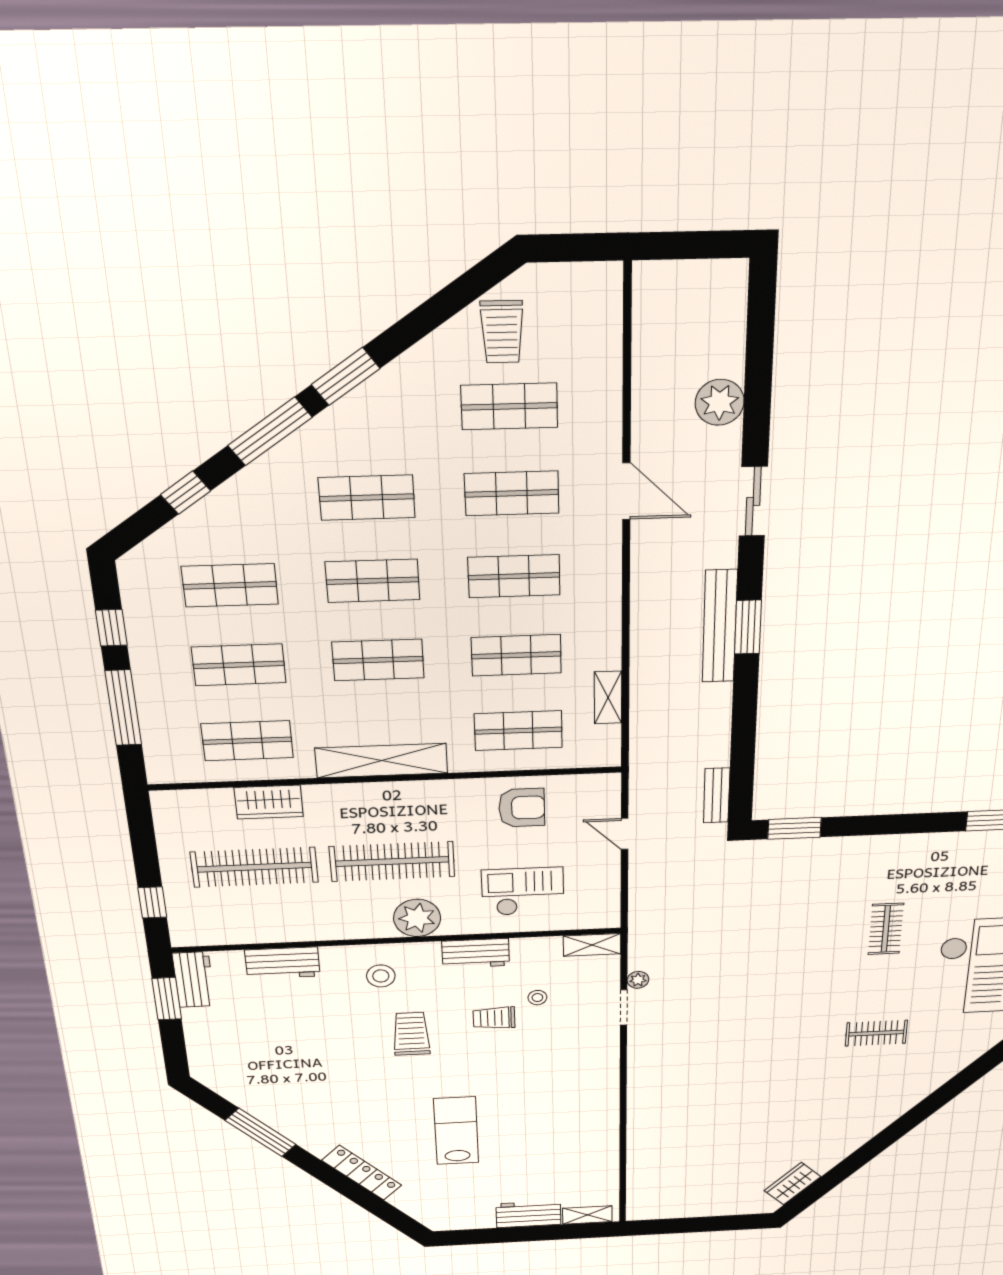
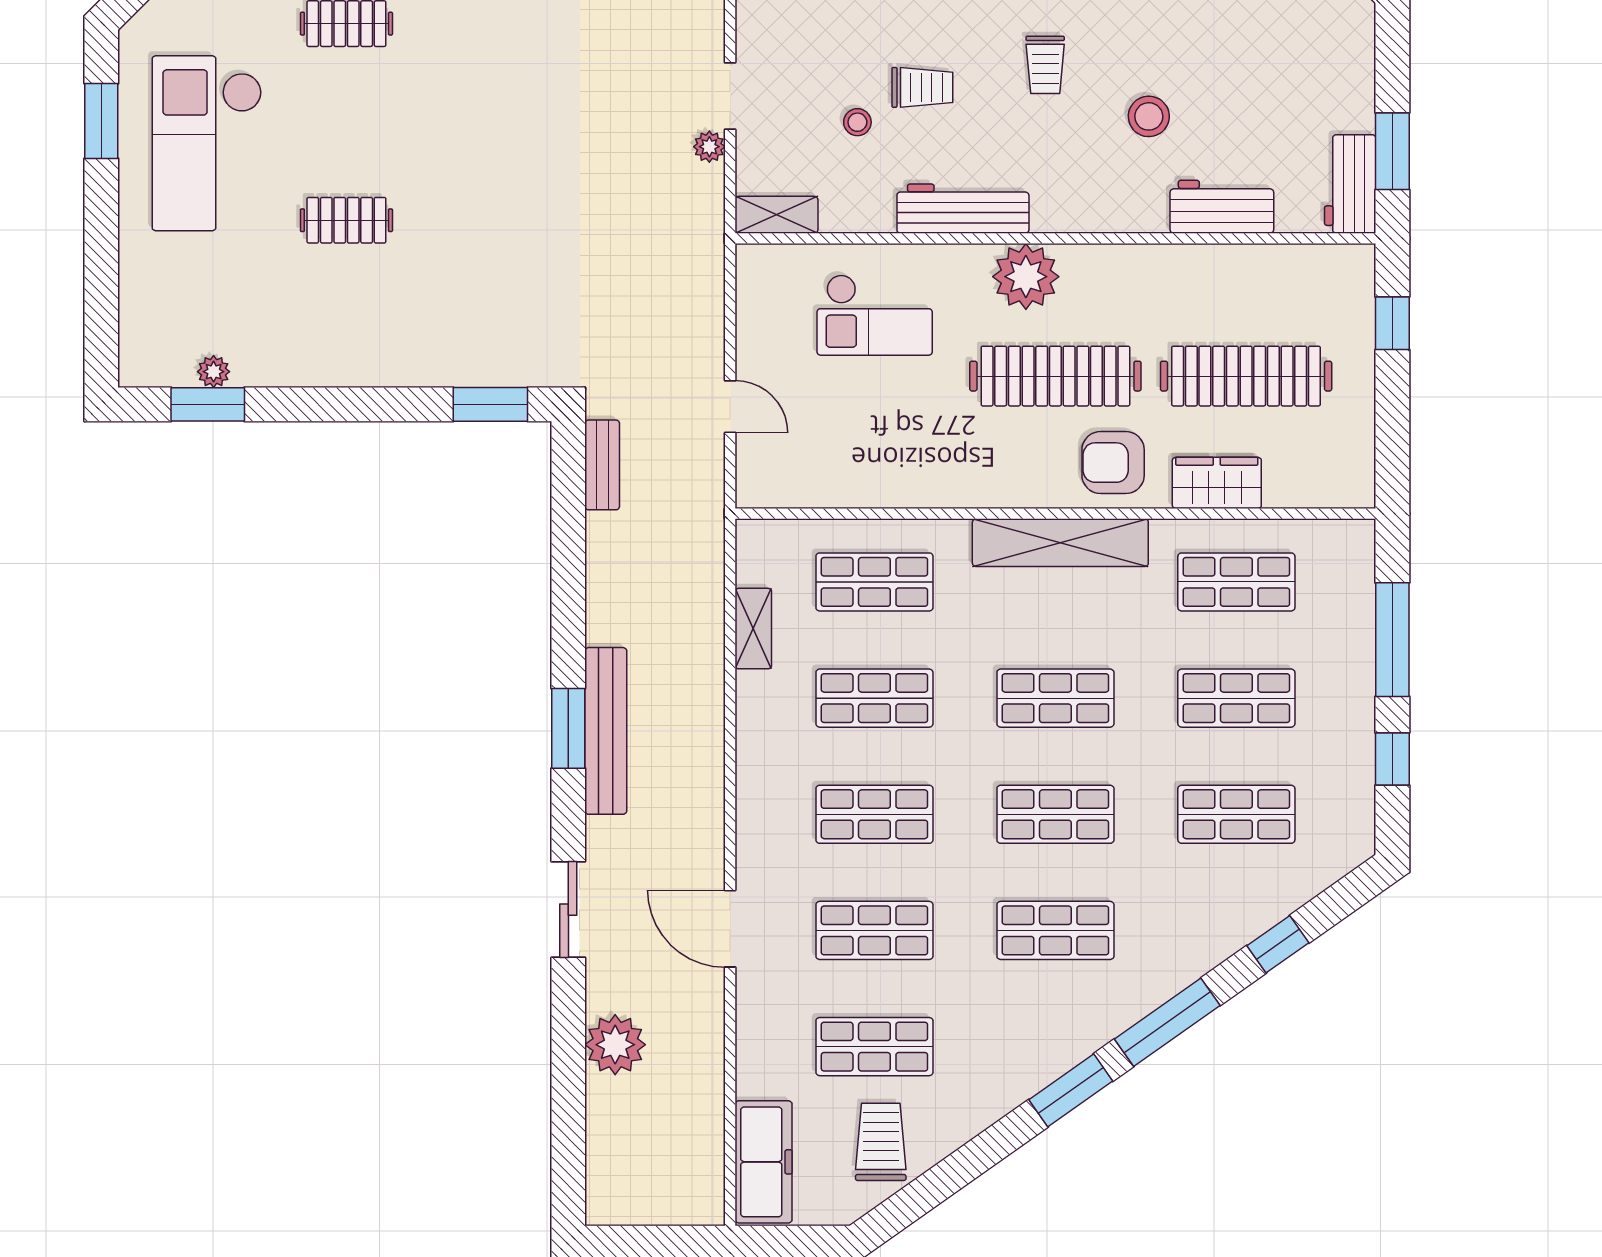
freezer: (599, 313) -> (764, 1162), added
armchair: (522, 808) -> (1113, 463), moved
plant: (986, 840) -> (214, 372), added
clothes rail: (886, 929) -> (346, 220), turned 90
workbench: (476, 953) -> (963, 209), width x1.38
stool: (381, 976) -> (1149, 116), moved
trolley: (411, 1034) -> (1045, 65), width x0.73, depth x0.72

